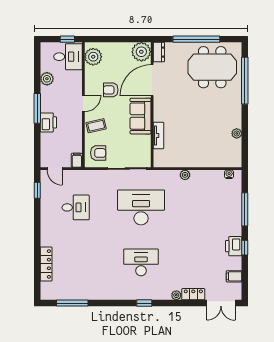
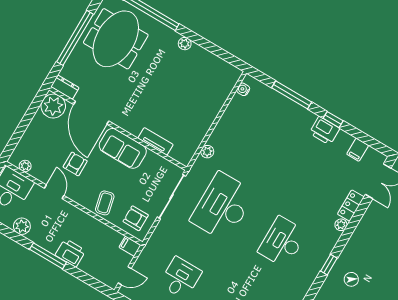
plant: (93, 57) -> (25, 166), width x0.53, depth x0.53
armchair: (111, 90) -> (75, 164), turned 180
door: (83, 103) -> (54, 192), moved
plant: (237, 133) -> (185, 44), moved
armchair: (98, 153) -> (136, 218), turned -90
plant: (185, 175) -> (207, 152), moved

